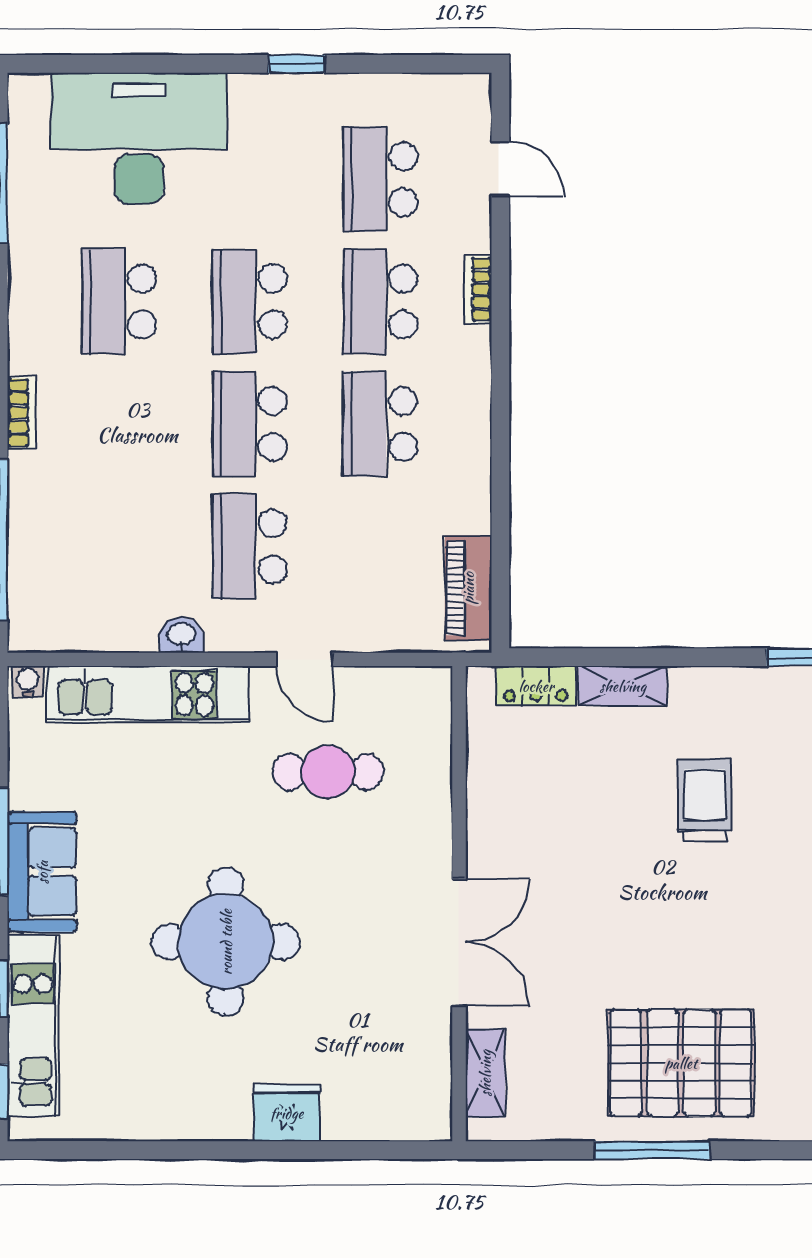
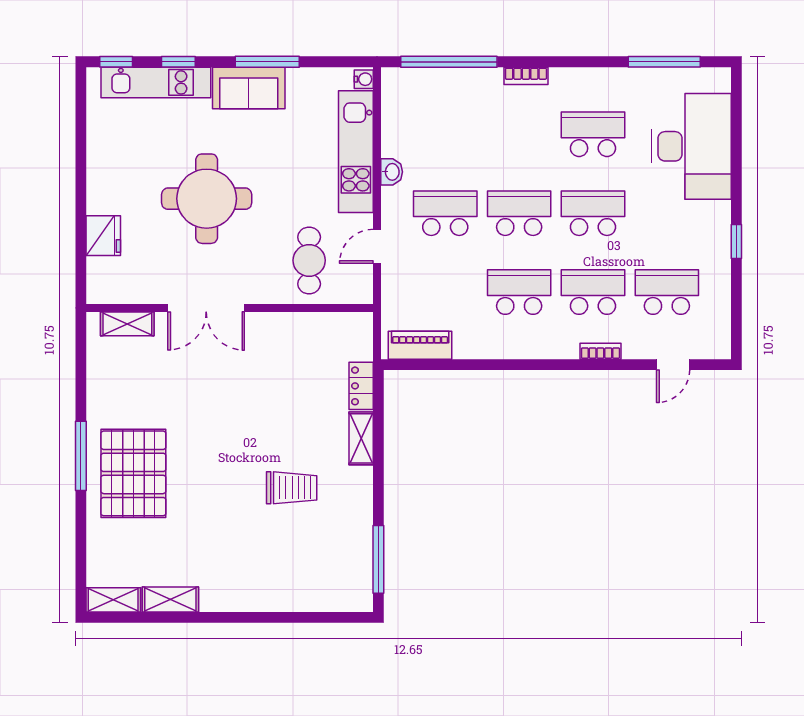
wall: (459, 904) -> (230, 308), moved
double door: (459, 942) -> (206, 308), moved
shelving: (485, 1073) -> (127, 324), moved

